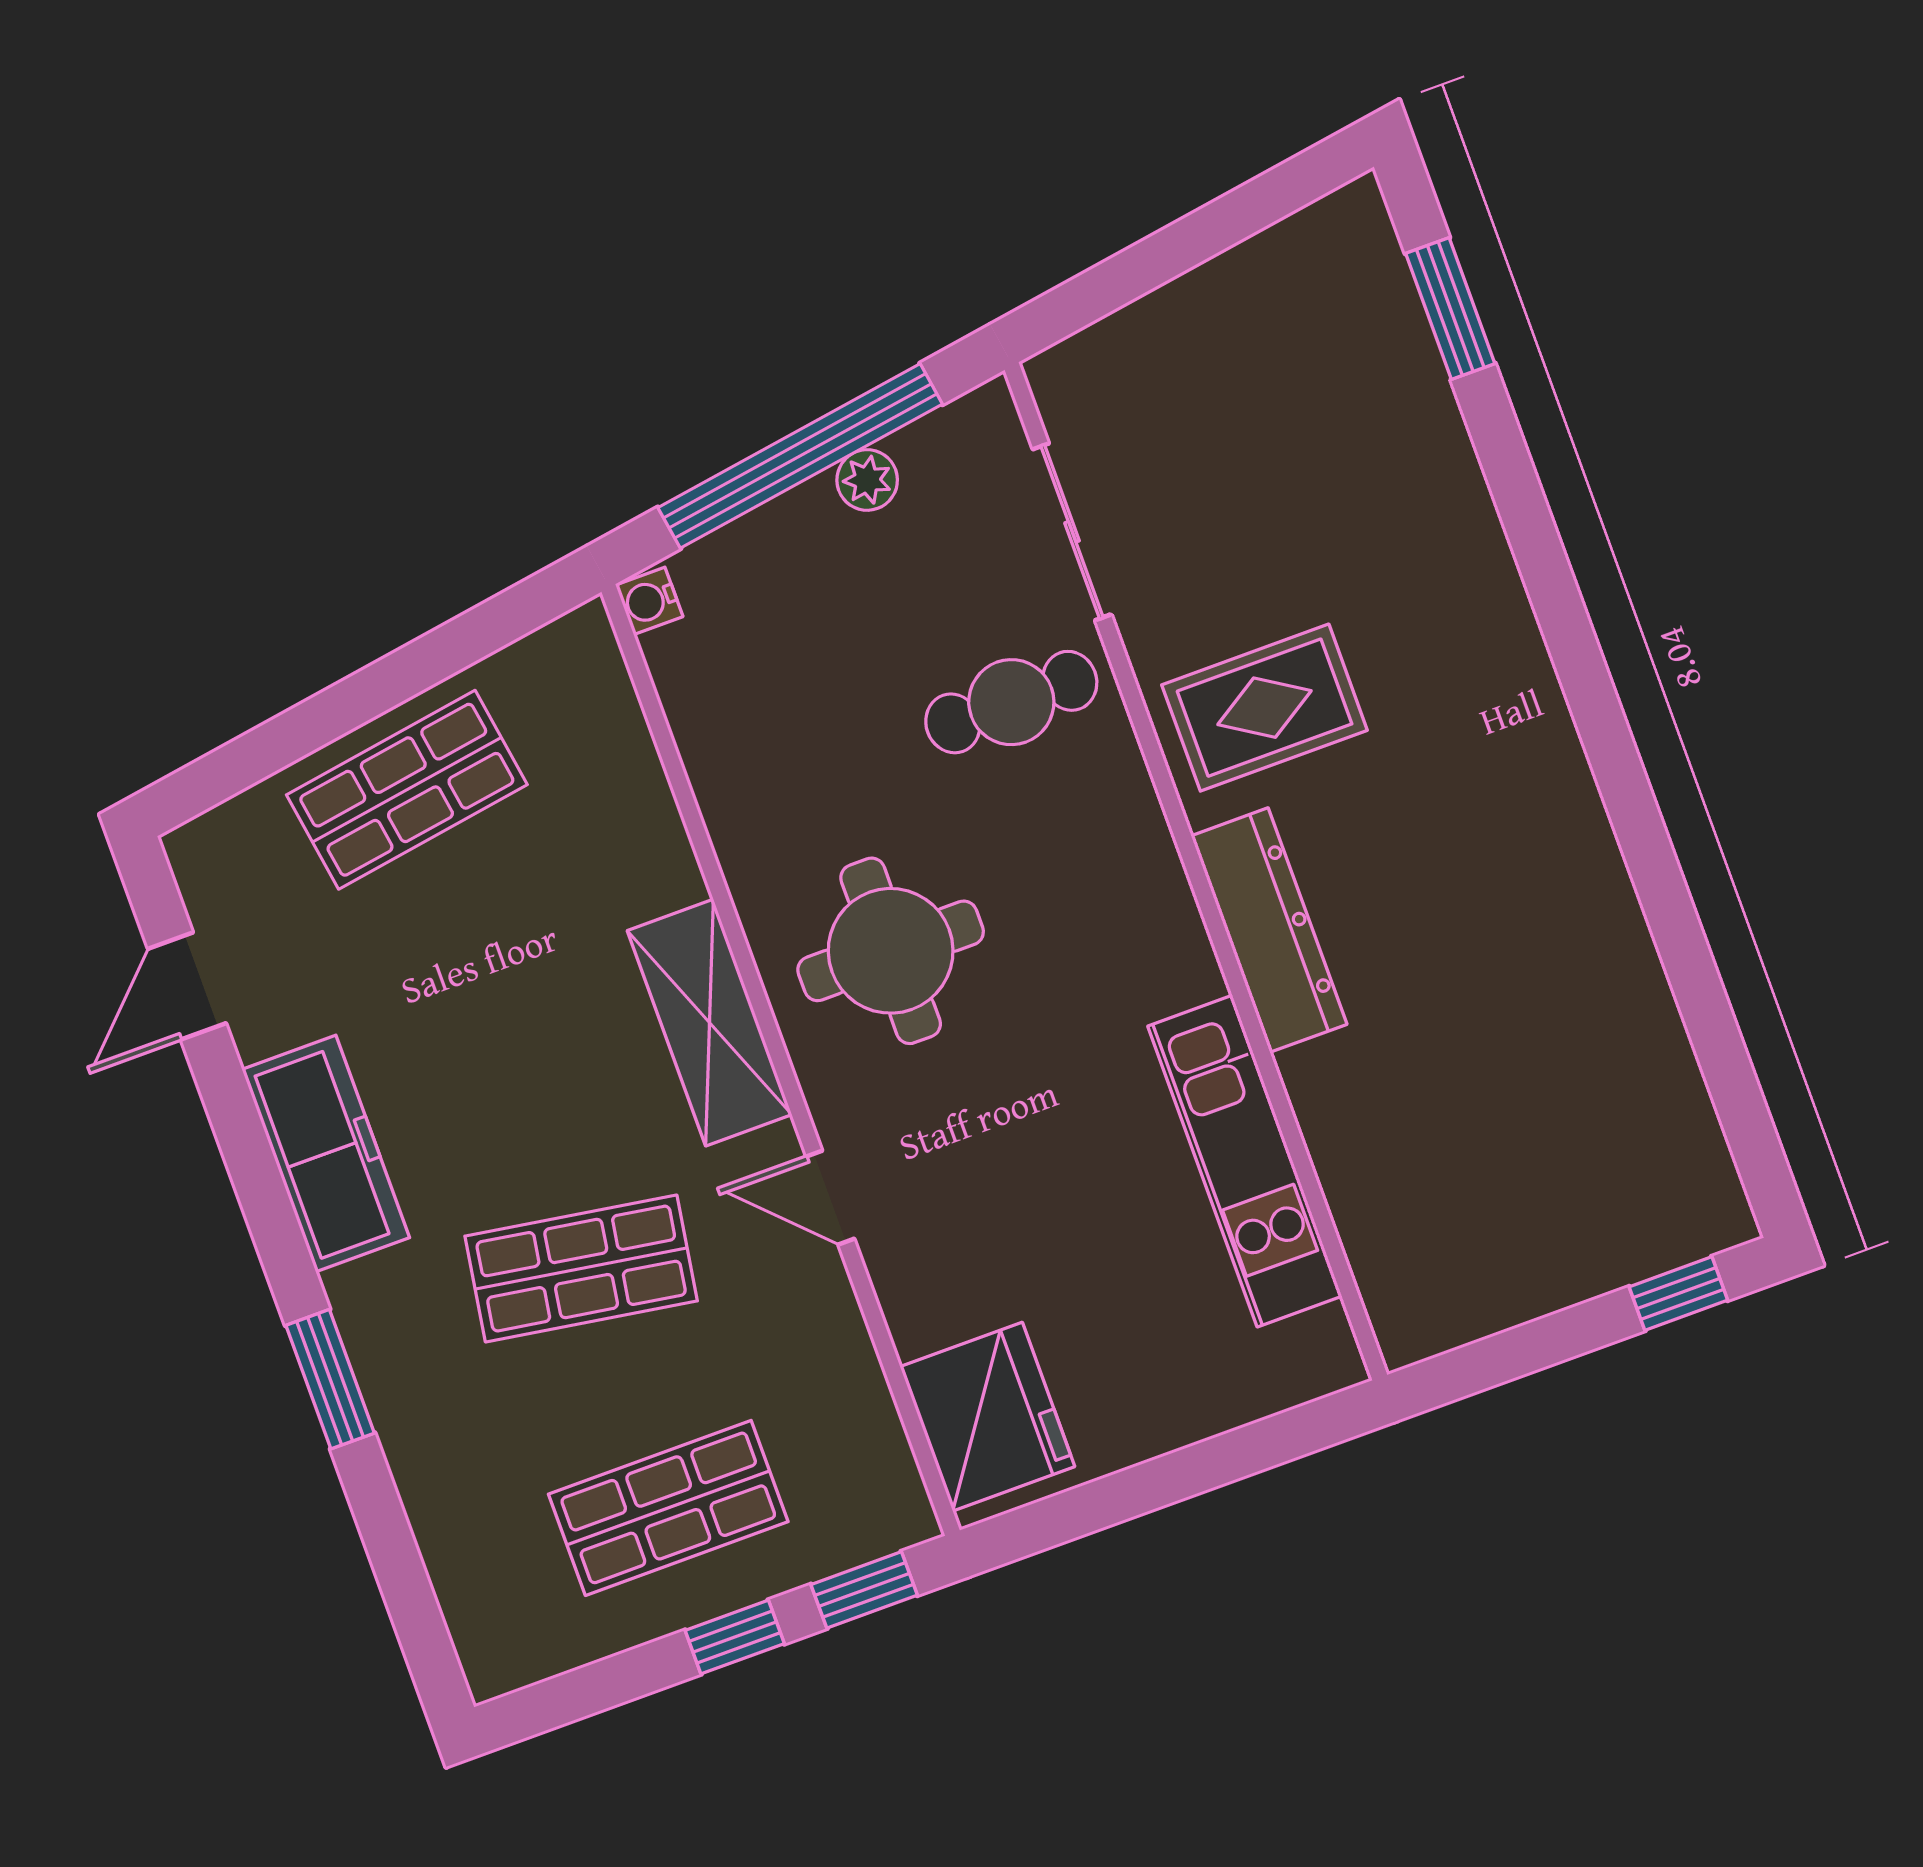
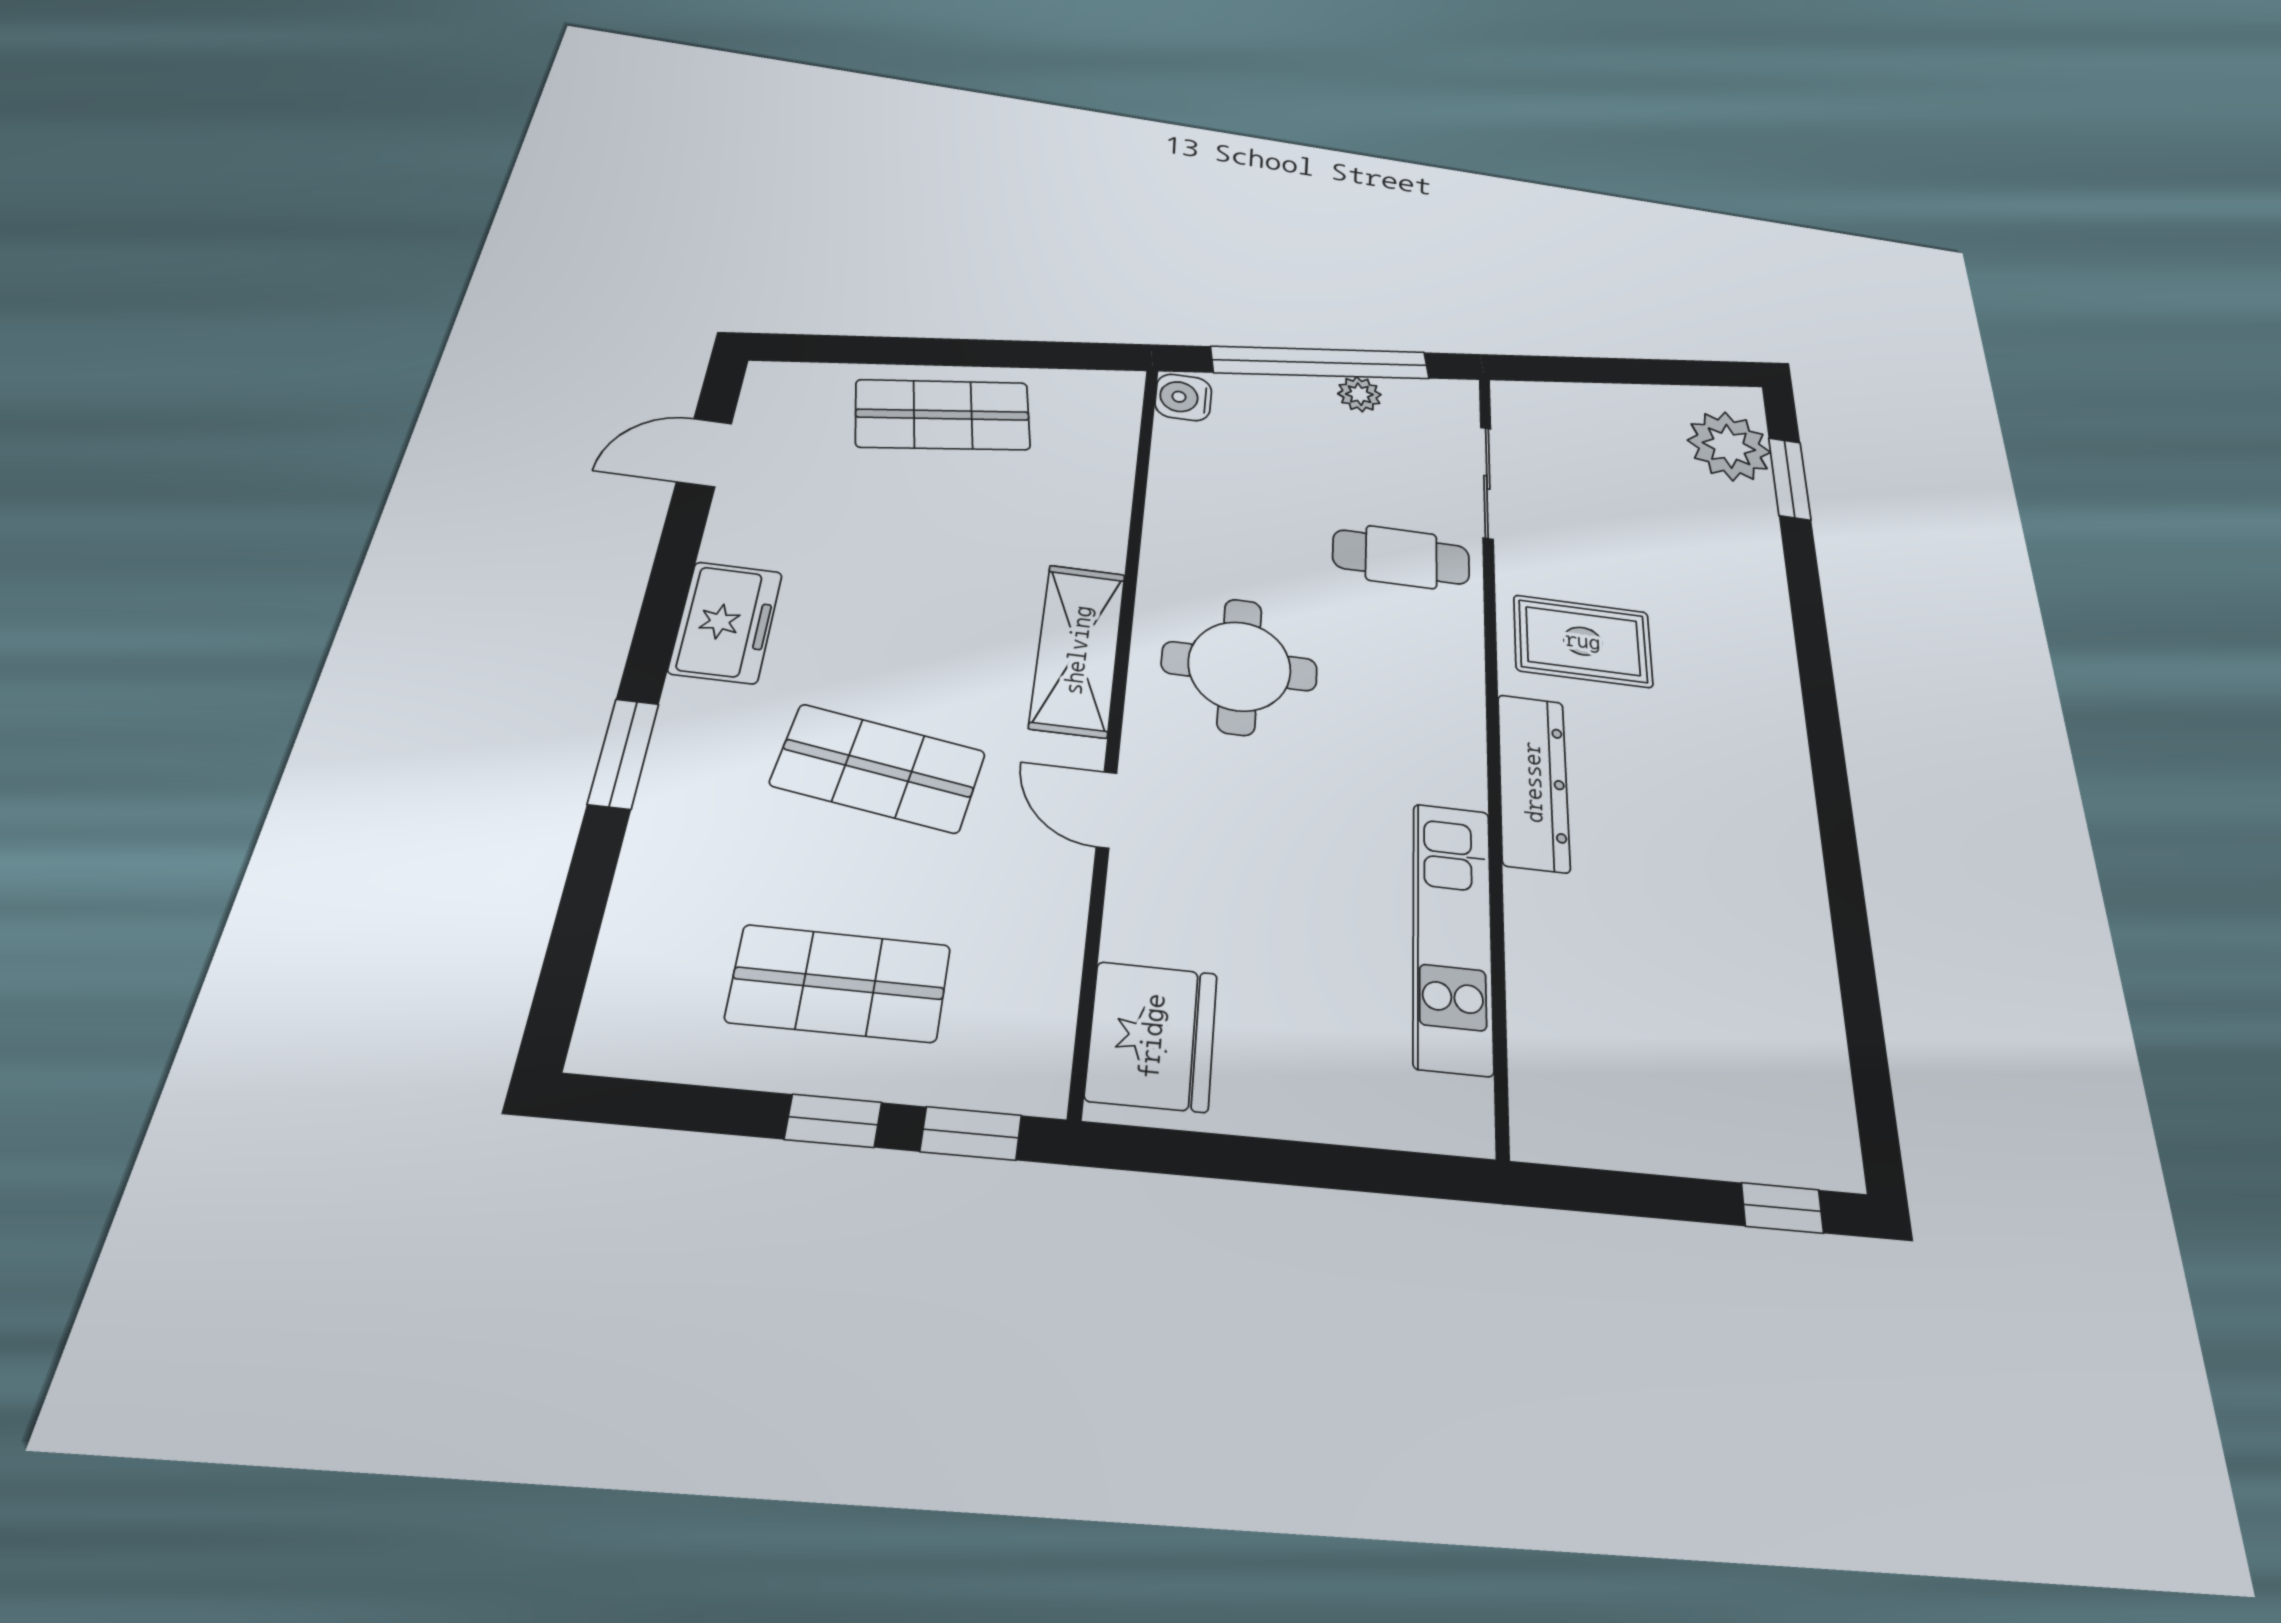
plant: (1357, 298) -> (1729, 446), added
water cooler: (649, 601) -> (1183, 397), width x1.38, depth x1.38
freezer: (326, 1154) -> (726, 622), width x0.71

